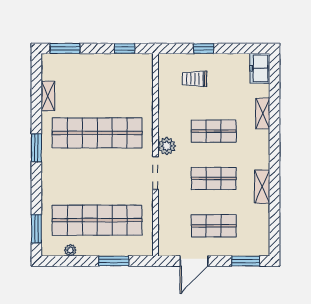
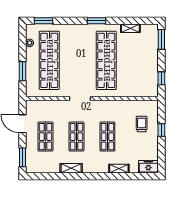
plant: (167, 146) -> (98, 106), removed

